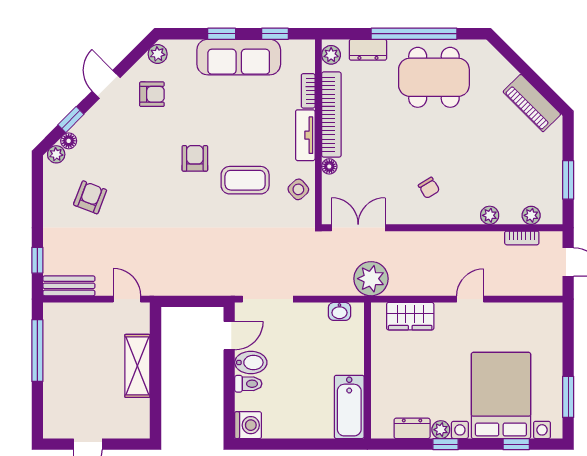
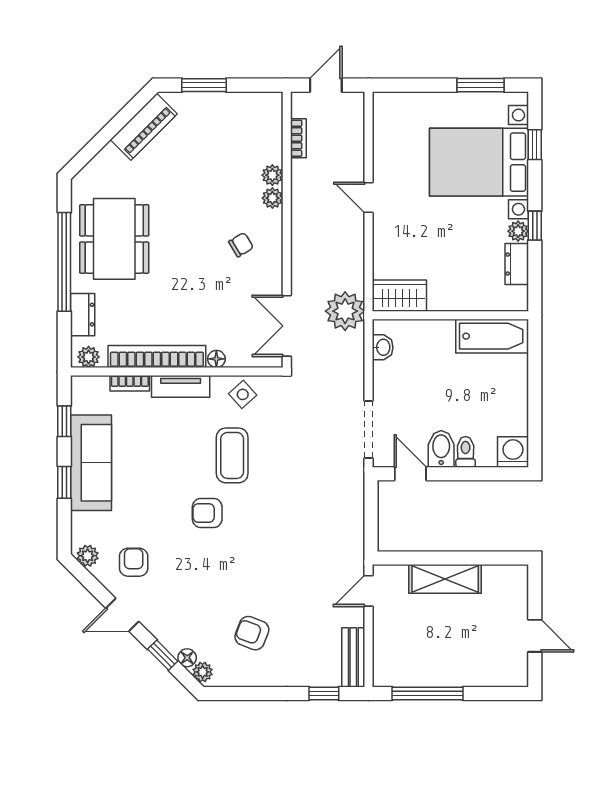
window: (568, 180) -> (204, 85), moved
plant: (531, 215) -> (272, 198), moved
wardrobe: (410, 316) -> (399, 296), moved, turned -90

